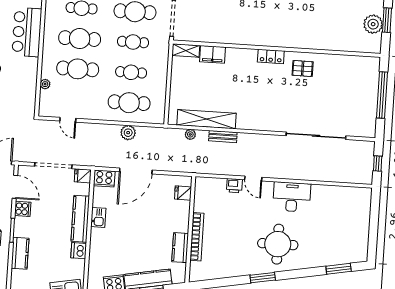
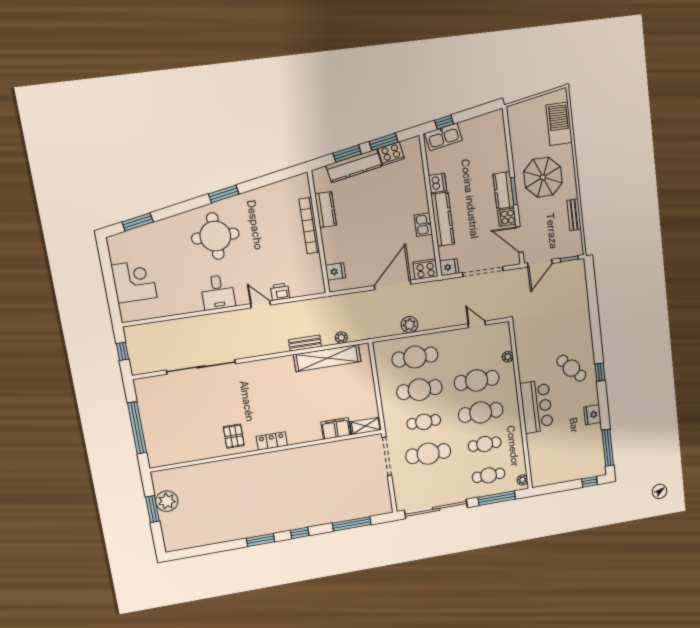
pallet: (303, 68) -> (234, 436), turned 90
cafe table: (131, 72) -> (419, 390), width x1.37, depth x1.35
desk: (292, 197) -> (218, 292), width x0.73
corner desk: (353, 220) -> (134, 281), added
kitchen counter: (20, 253) -> (503, 190), moved

